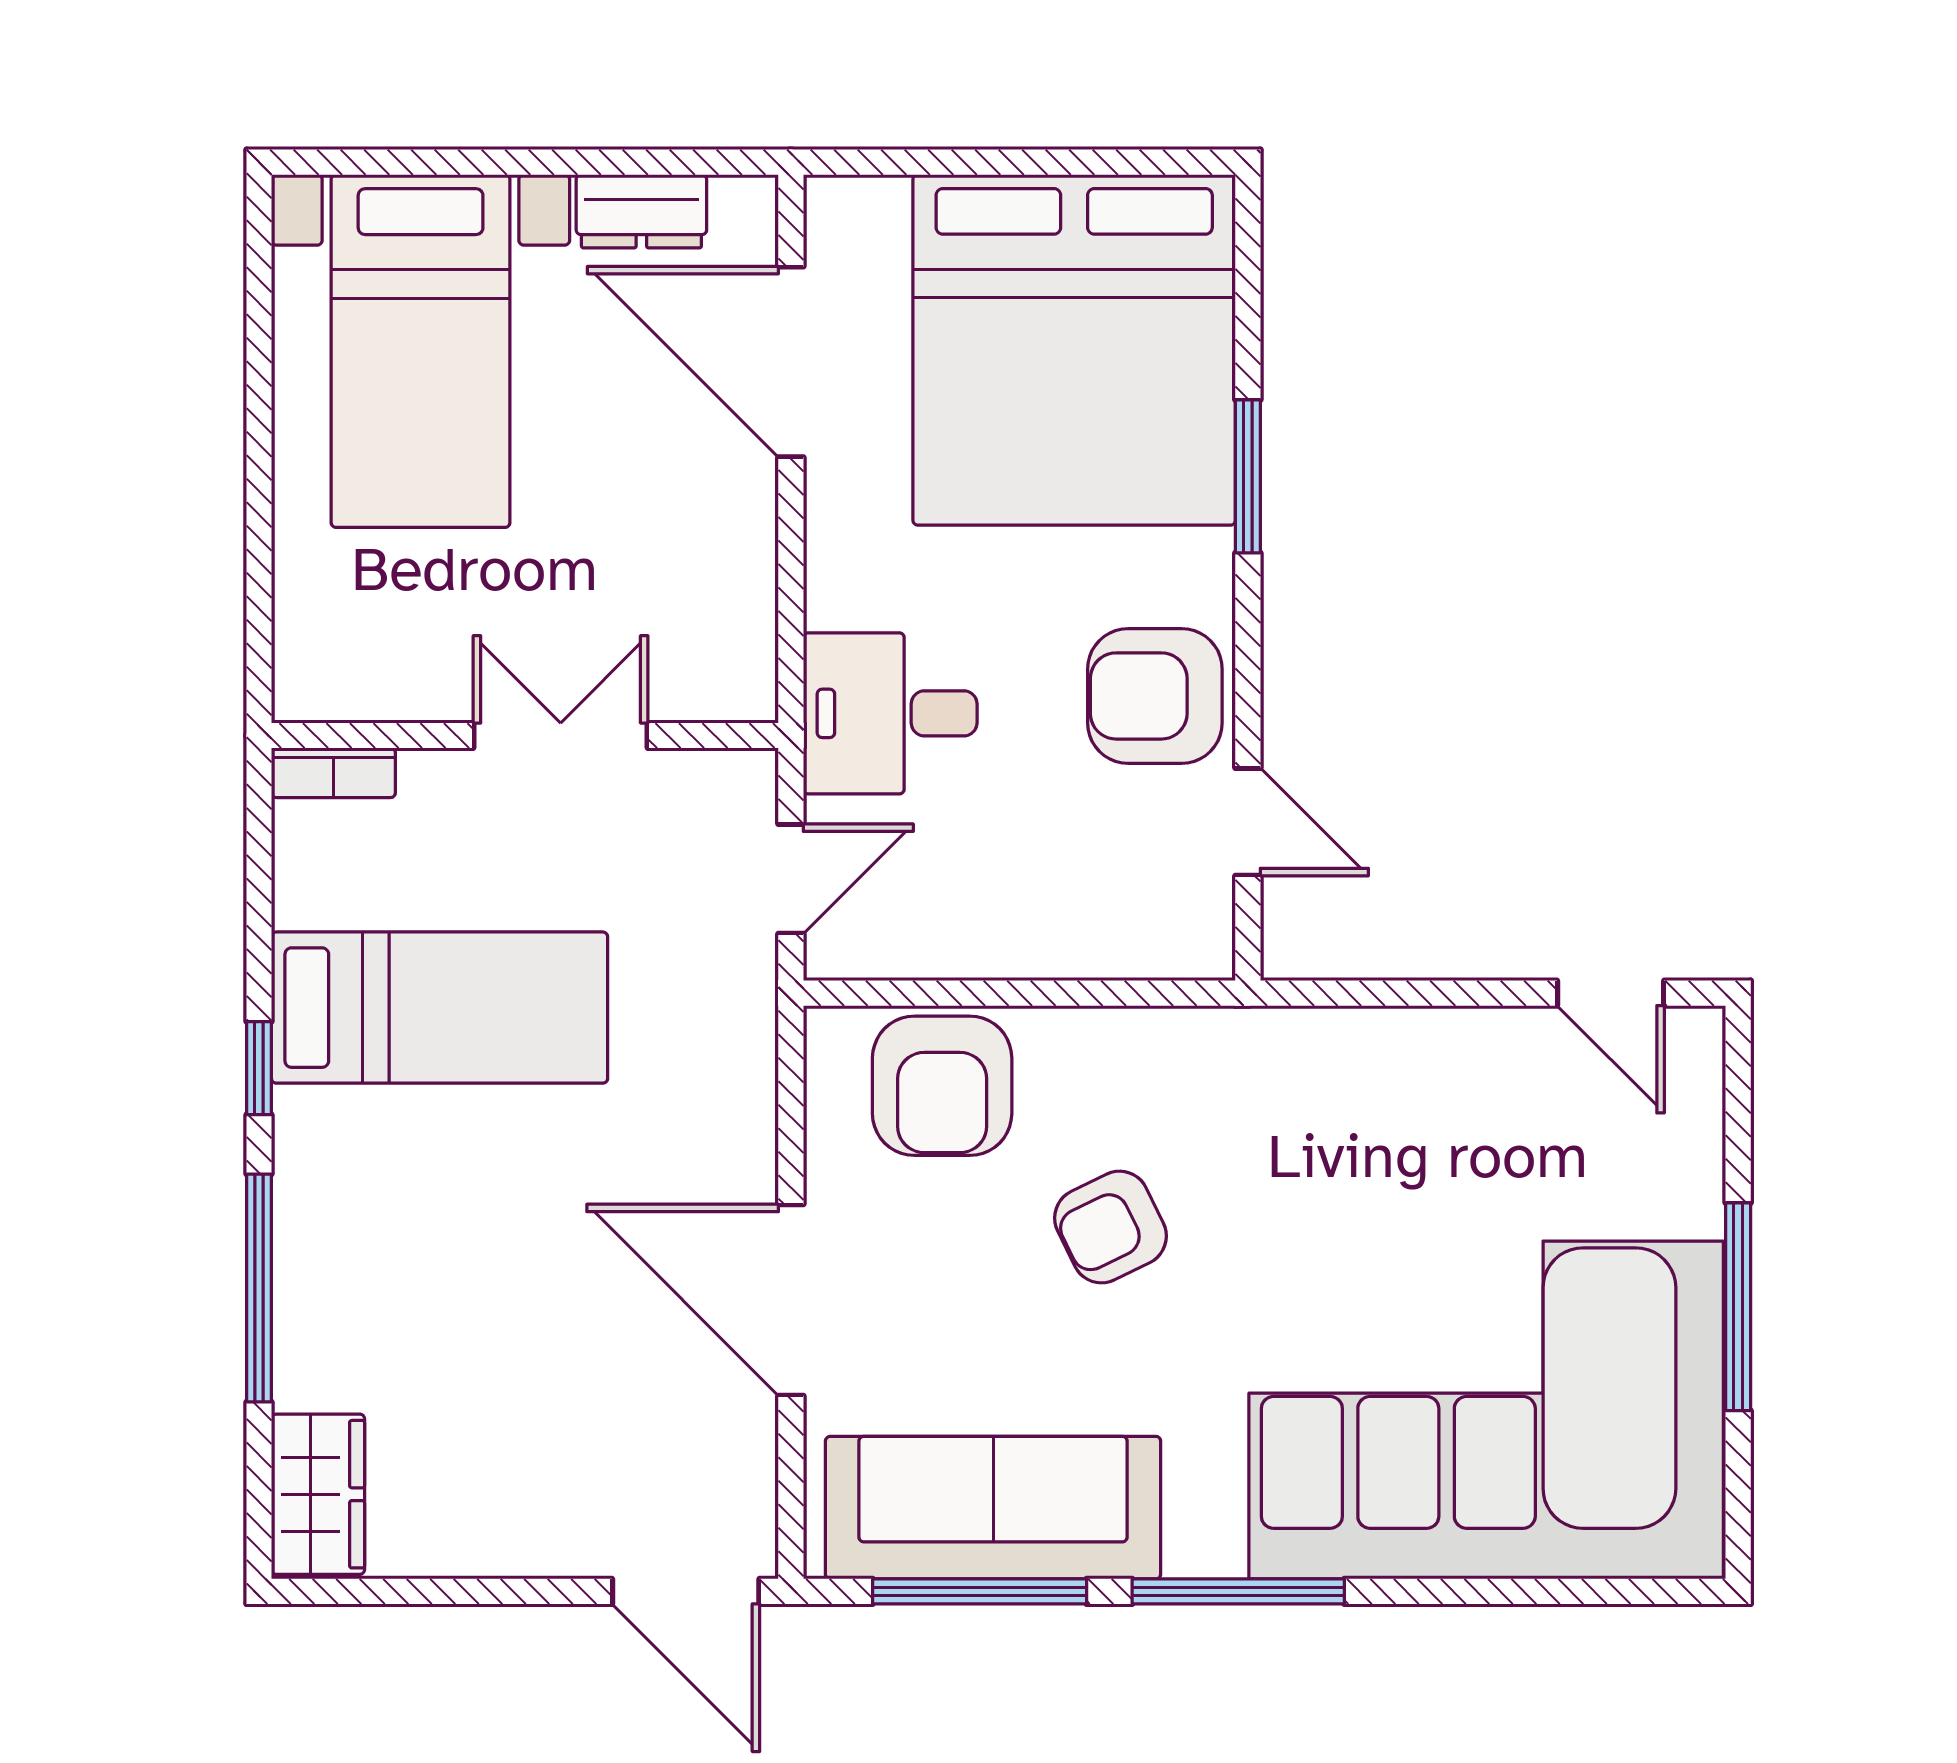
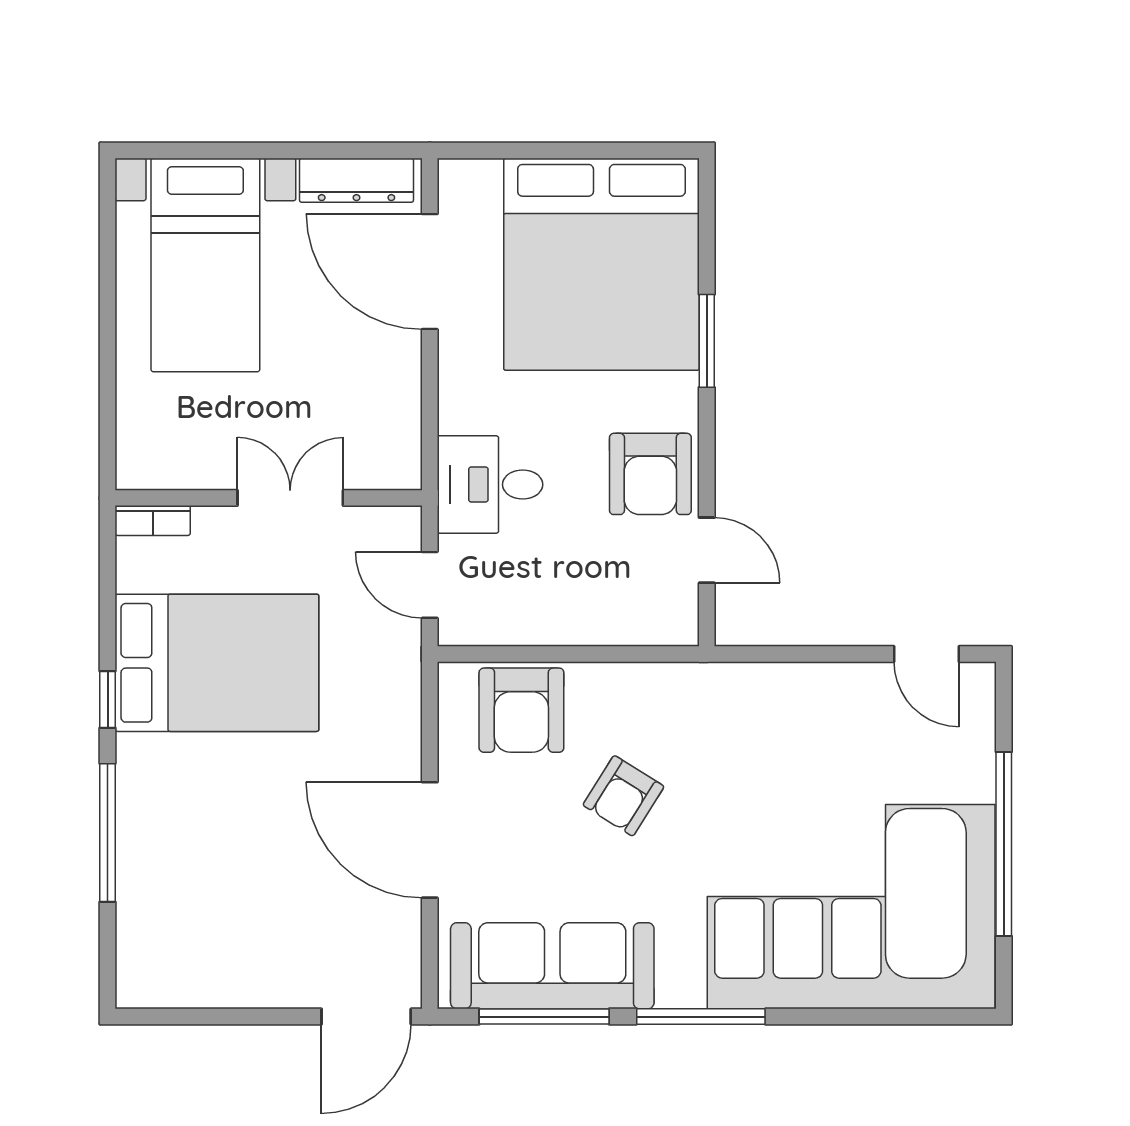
dresser: (641, 211) -> (357, 180), width x1.44
armchair: (1155, 696) -> (650, 474), turned -90
door: (791, 879) -> (430, 585), swing flipped
bed: (440, 1008) -> (217, 663), width x1.50
armchair: (1111, 1227) -> (623, 796), turned -32
window: (1738, 1307) -> (1004, 844), width x1.46
wardrobe: (318, 1494) -> (143, 958), removed
door: (686, 1591) -> (366, 1017), hinge flipped

